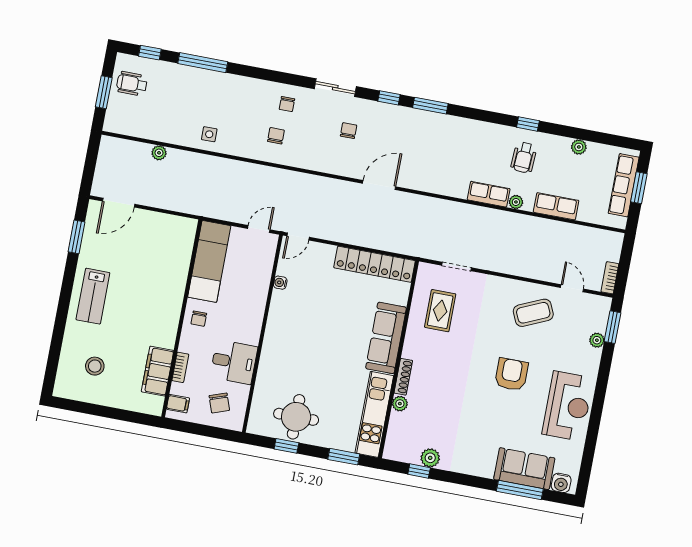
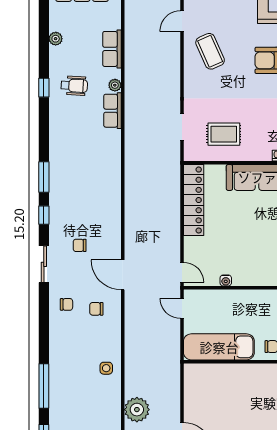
plant: (159, 153) -> (137, 410), width x1.88, depth x1.88
door: (379, 185) -> (123, 275), moved

